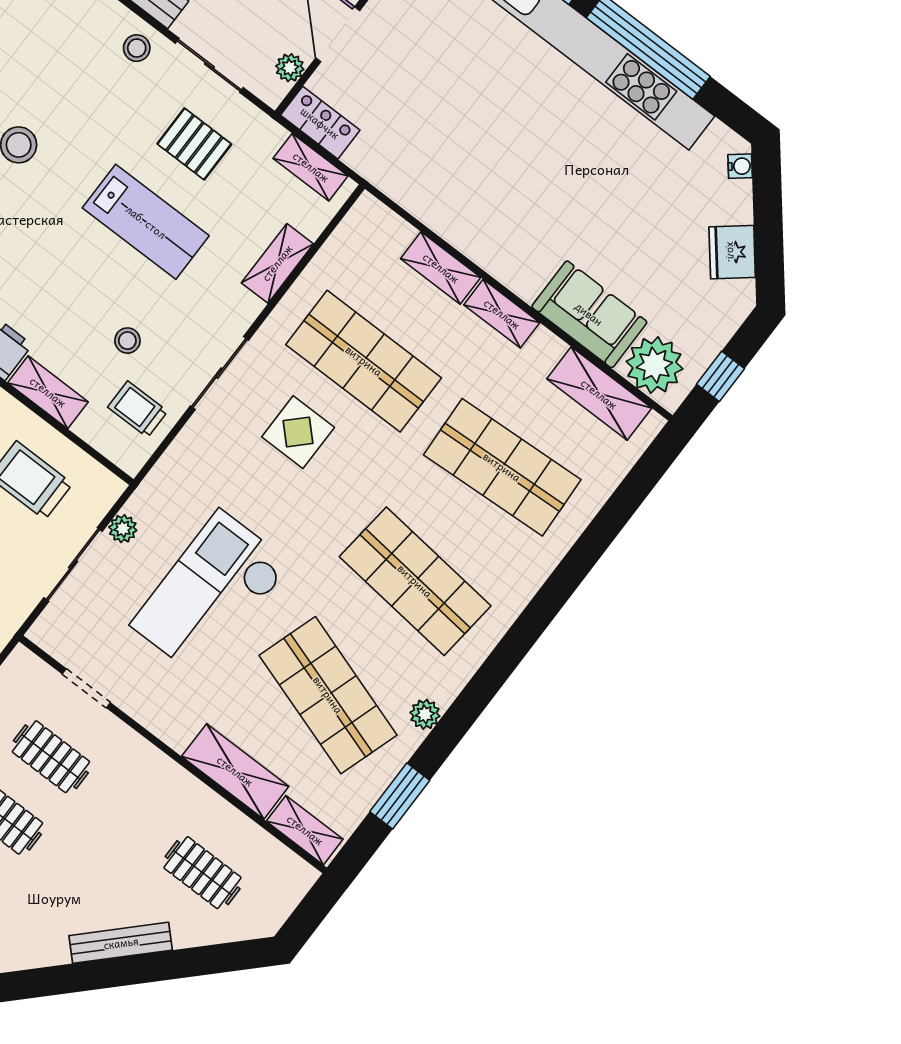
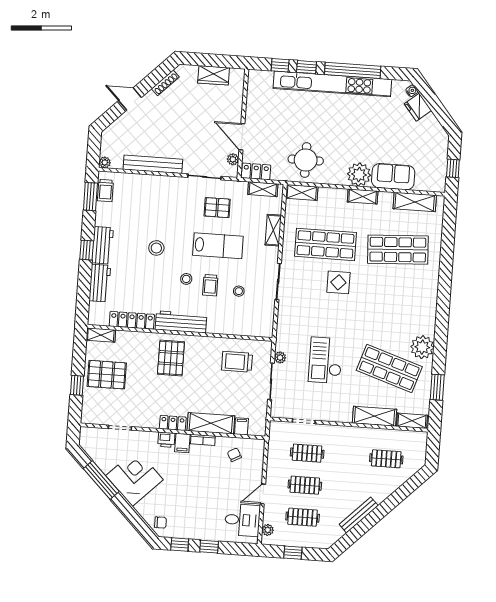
stool: (137, 48) -> (186, 279), moved
round table: (435, 165) -> (306, 160), added
fridge: (732, 252) -> (418, 107), moved
shelving: (441, 268) -> (302, 192), moved
plant: (654, 365) -> (359, 175), moved
shelving: (48, 392) -> (223, 327), removed
trolley: (138, 409) -> (210, 285), moved, turned -90
display table: (298, 432) -> (338, 282), moved
shop shelf: (415, 581) -> (394, 309), removed
checkout: (211, 594) -> (325, 360), width x0.73, depth x0.83
plant: (425, 714) -> (422, 347), width x1.87, depth x1.87
bench: (121, 943) -> (359, 515), moved

